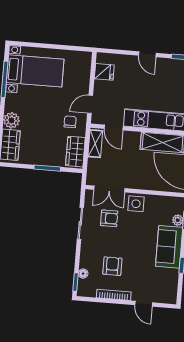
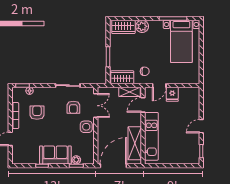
fridge: (104, 72) -> (172, 94), moved
door: (90, 104) -> (159, 86), swing flipped
double door: (109, 189) -> (96, 106), swing flipped
armchair: (112, 266) -> (37, 113), turned -90

